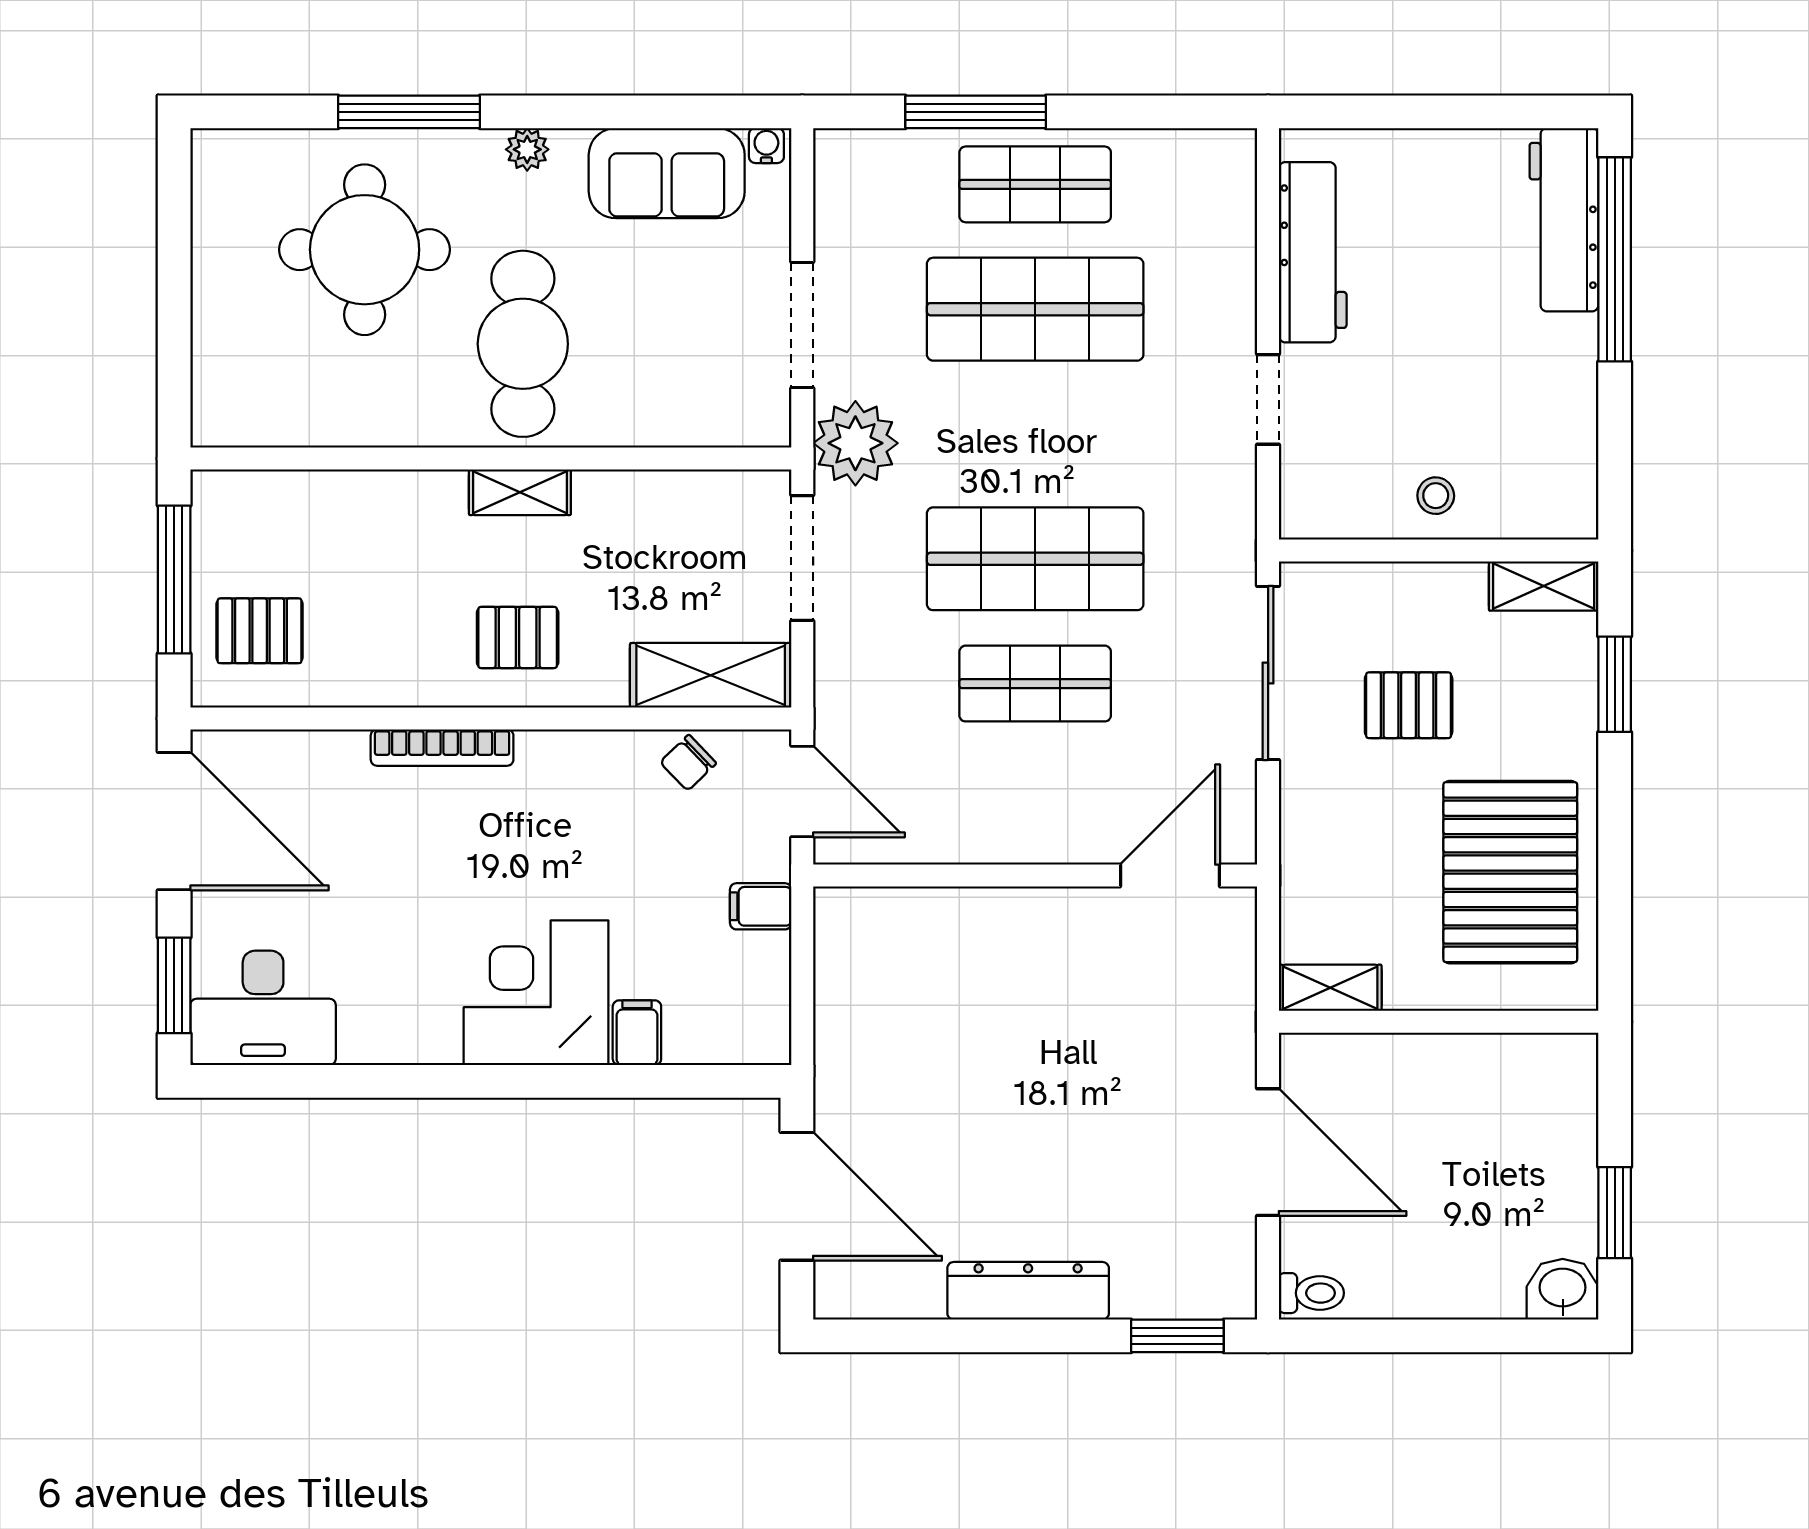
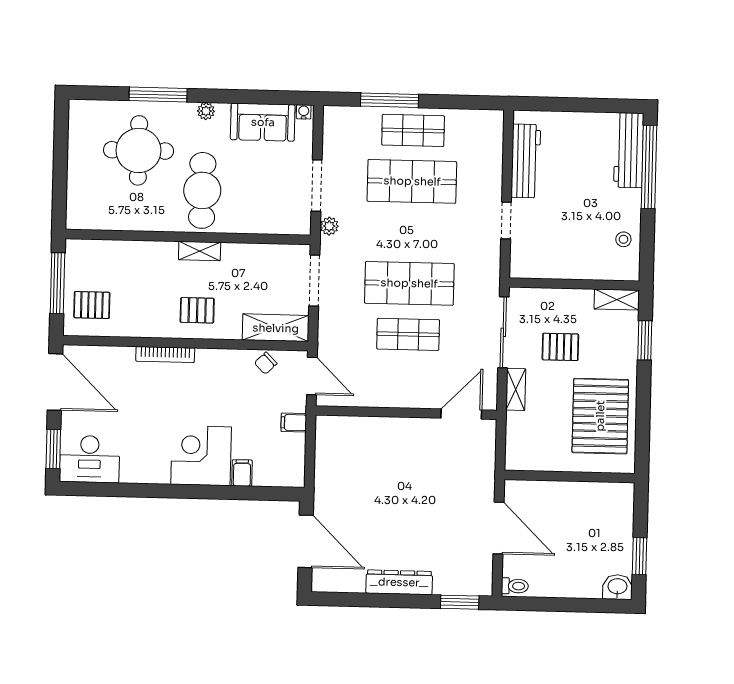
plant: (855, 443) -> (329, 226), width x0.53, depth x0.53
stool: (1436, 496) -> (623, 239), moved
shelving: (1330, 988) -> (516, 389), moved, turned 90

